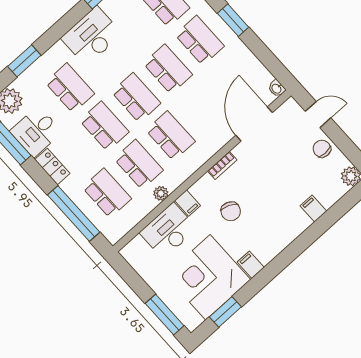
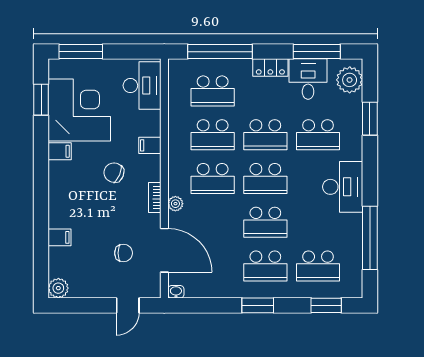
chair: (322, 149) -> (124, 253), moved
plant: (161, 193) -> (175, 204), moved
desk: (168, 231) -> (142, 86), moved

